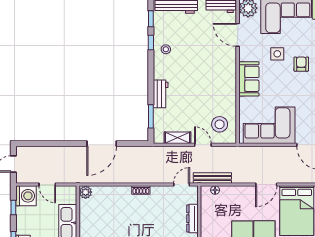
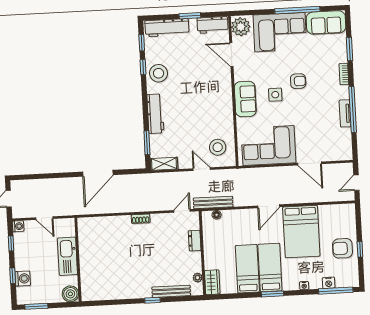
stool: (166, 49) -> (159, 73), width x1.89, depth x1.89
side table: (277, 54) -> (275, 95), moved
armchair: (301, 64) -> (298, 81), turned 90
workbench: (161, 94) -> (155, 114), width x1.37
shelving: (178, 138) -> (164, 164), moved
plant: (86, 192) -> (84, 224), removed
washing machine: (26, 196) -> (18, 226), width x0.53, depth x0.53
dresser: (192, 219) -> (195, 241), width x0.70

